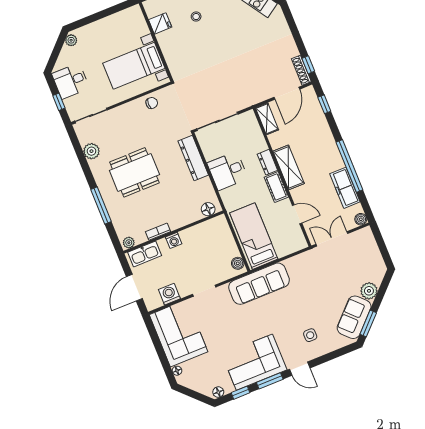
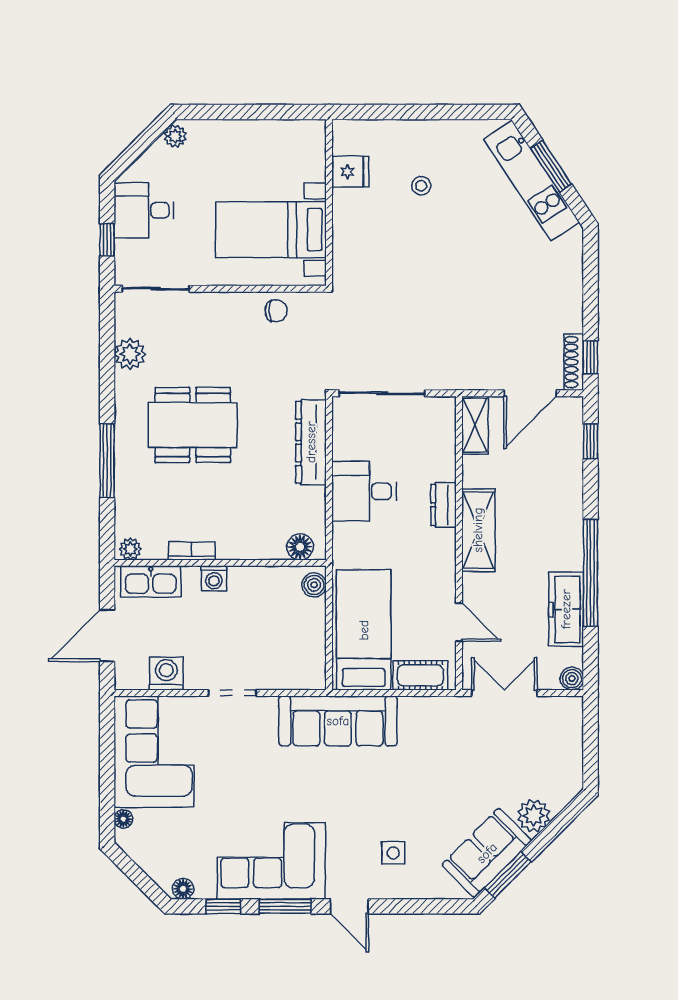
cot: (276, 187) -> (420, 675), moved, turned 90
boiler: (238, 263) -> (314, 585), moved

